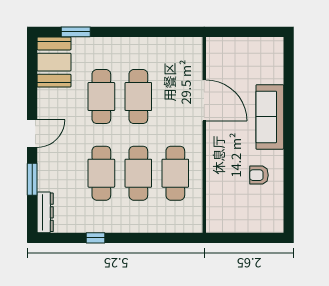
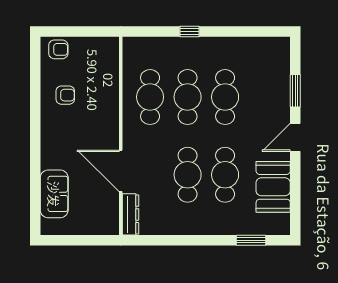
booth: (54, 62) -> (273, 187), moved
sofa: (270, 117) -> (54, 194), moved, width x0.73
dresser: (45, 212) -> (131, 214), moved, turned 180
armchair: (266, 220) -> (58, 49), added
window: (95, 238) -> (189, 31), moved

